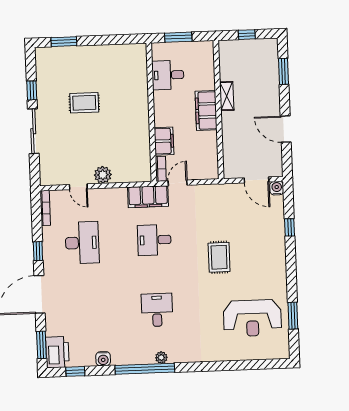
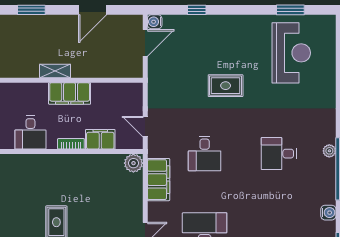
bookcase: (161, 169) -> (71, 144), moved
plant: (103, 175) -> (133, 163), moved
filing cabinet: (148, 197) -> (159, 180), moved

